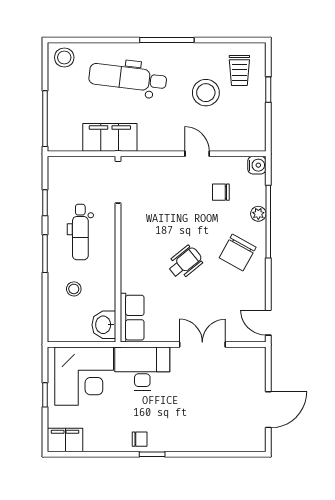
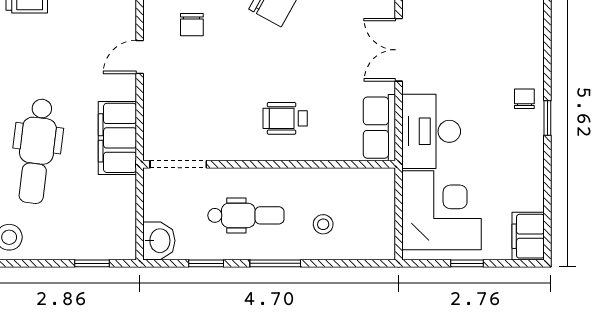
stool: (206, 93) -> (57, 45), removed
window: (45, 119) -> (92, 263), width x0.46
filing cabinet: (110, 137) -> (117, 138), moved
wheelchair: (185, 262) -> (285, 118), moved, turned -51
row of seats: (132, 318) -> (379, 128), moved, turned -90
washbasin: (104, 325) -> (159, 241), moved, turned -90
chair: (140, 439) -> (524, 99), moved

